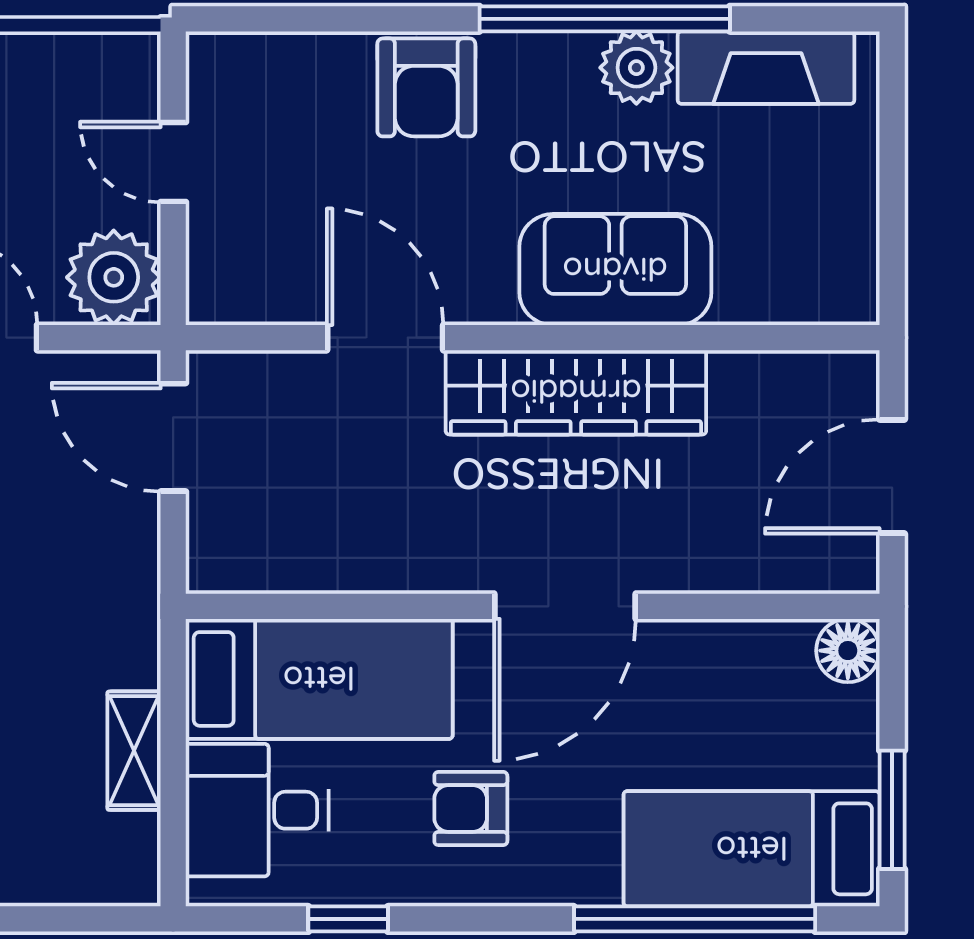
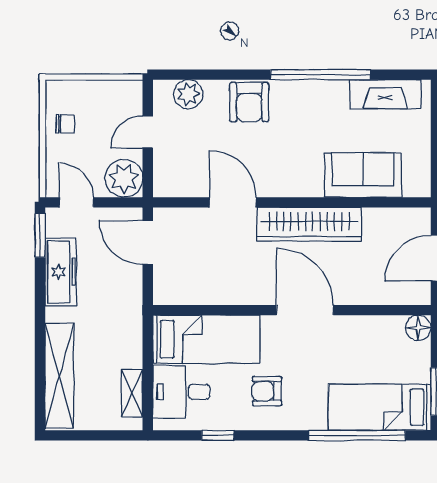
plant: (636, 68) -> (188, 94), moved
door: (173, 162) -> (148, 132), hinge flipped
sofa: (615, 270) -> (363, 175), moved
door: (565, 606) -> (305, 310), swing flipped
shelving: (134, 751) -> (132, 393), moved

